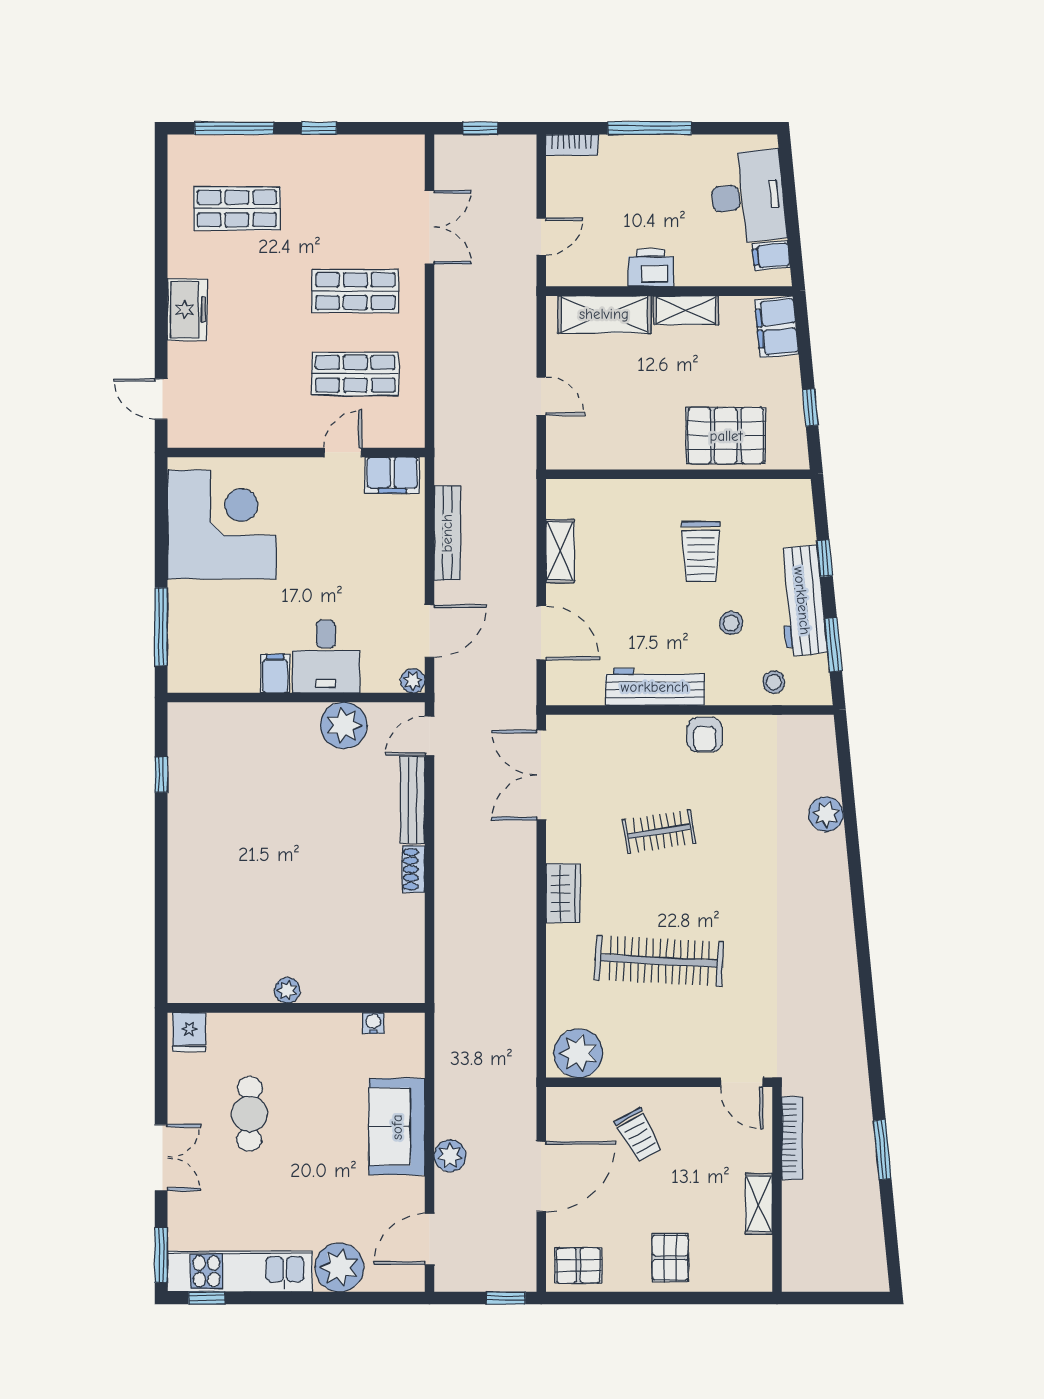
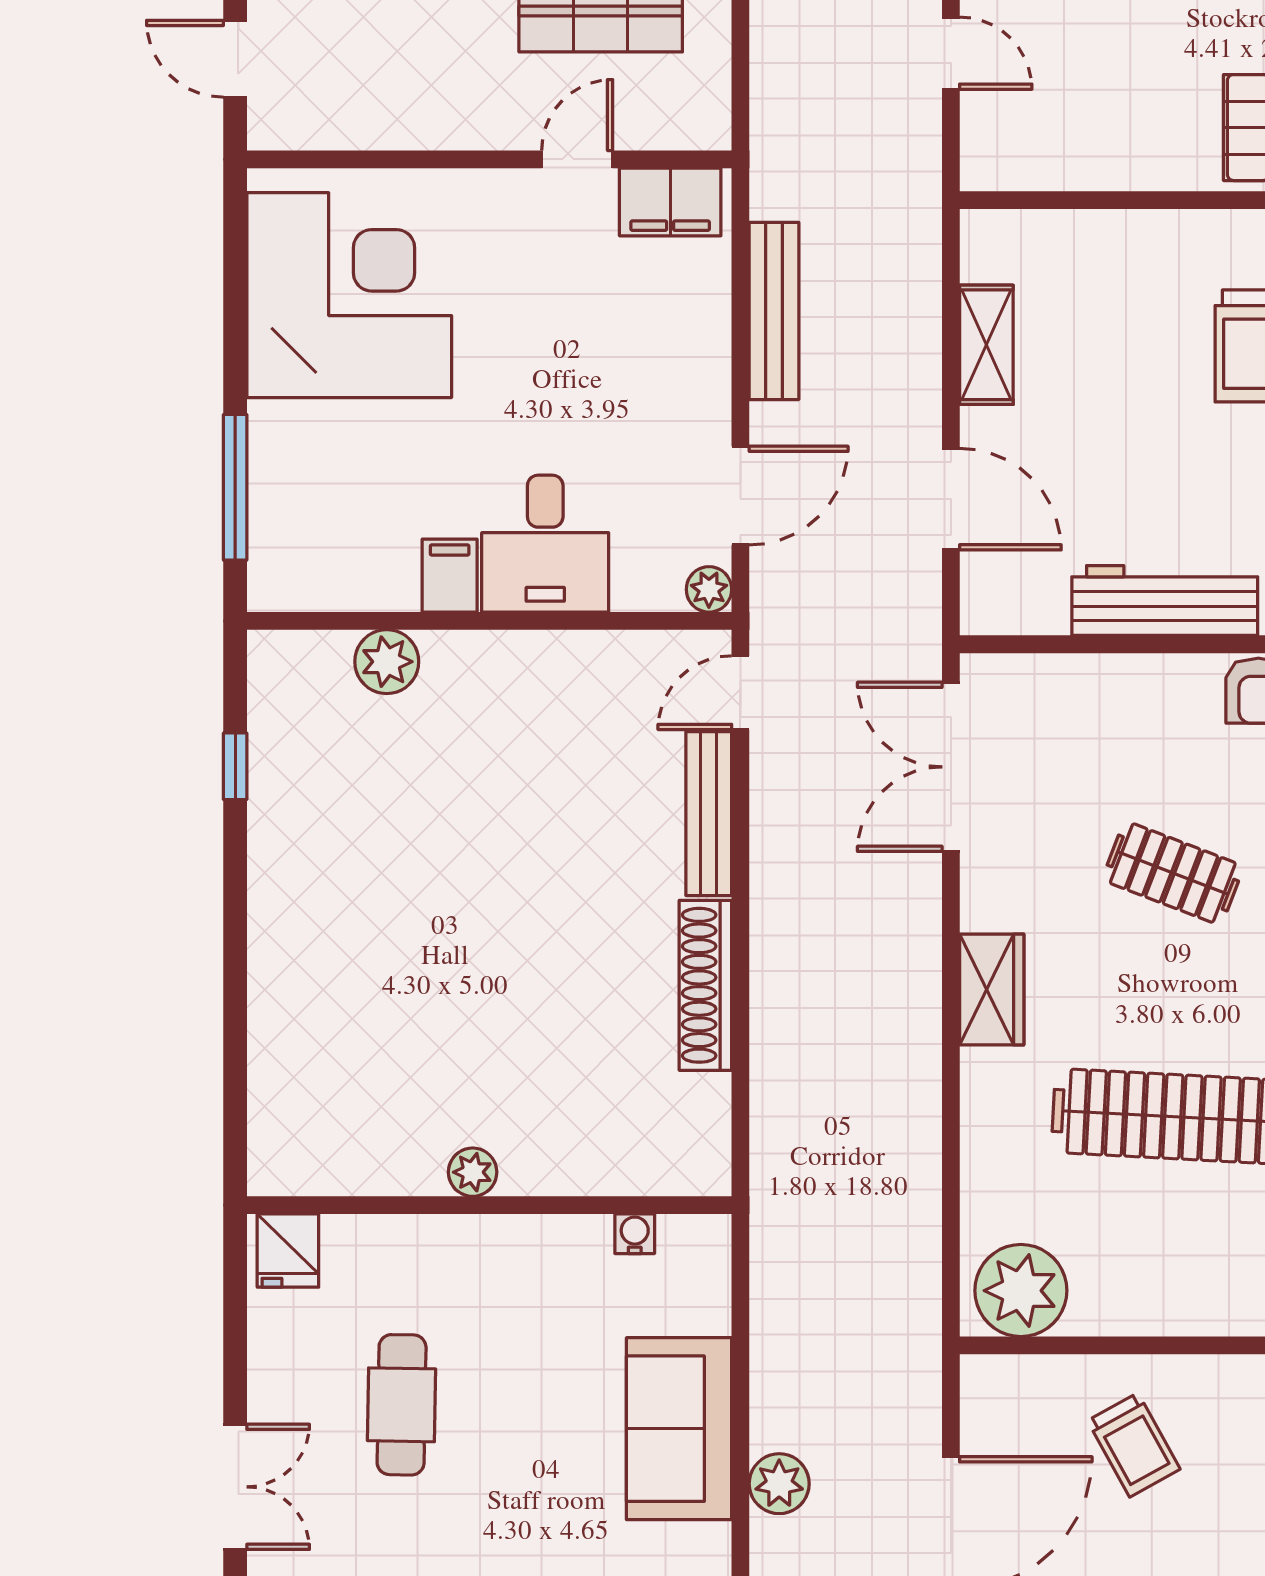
plant: (344, 725) -> (387, 662), moved, width x0.73, depth x0.73
clothes rail: (659, 832) -> (1173, 873), turned 30
shoe rack: (414, 869) -> (705, 985), width x1.94, depth x1.24

